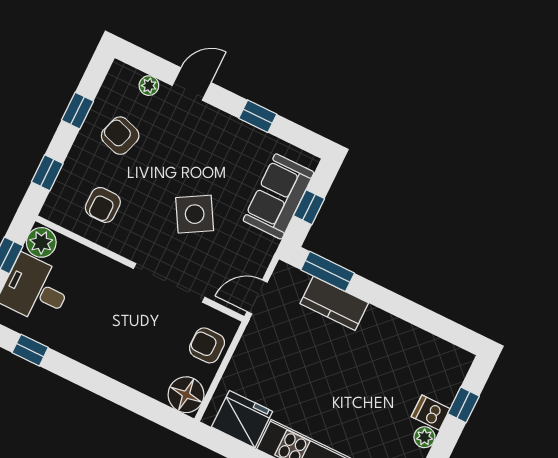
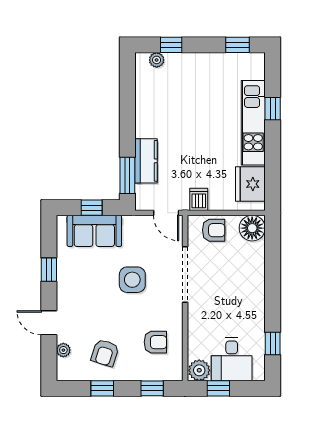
side table: (195, 214) -> (132, 280), turned 30
armchair: (207, 345) -> (214, 230), turned -90
dishwasher: (431, 413) -> (199, 199), moved, turned 180
plant: (424, 437) -> (157, 60), moved

